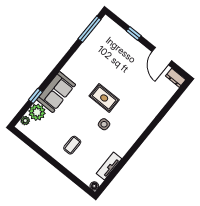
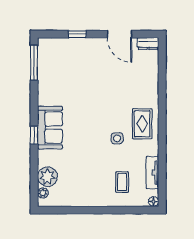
sofa: (56, 92) -> (50, 128), moved
window: (36, 96) -> (34, 135), moved
rug: (104, 98) -> (142, 124), moved, turned 90
coffee table: (72, 145) -> (122, 182), moved

